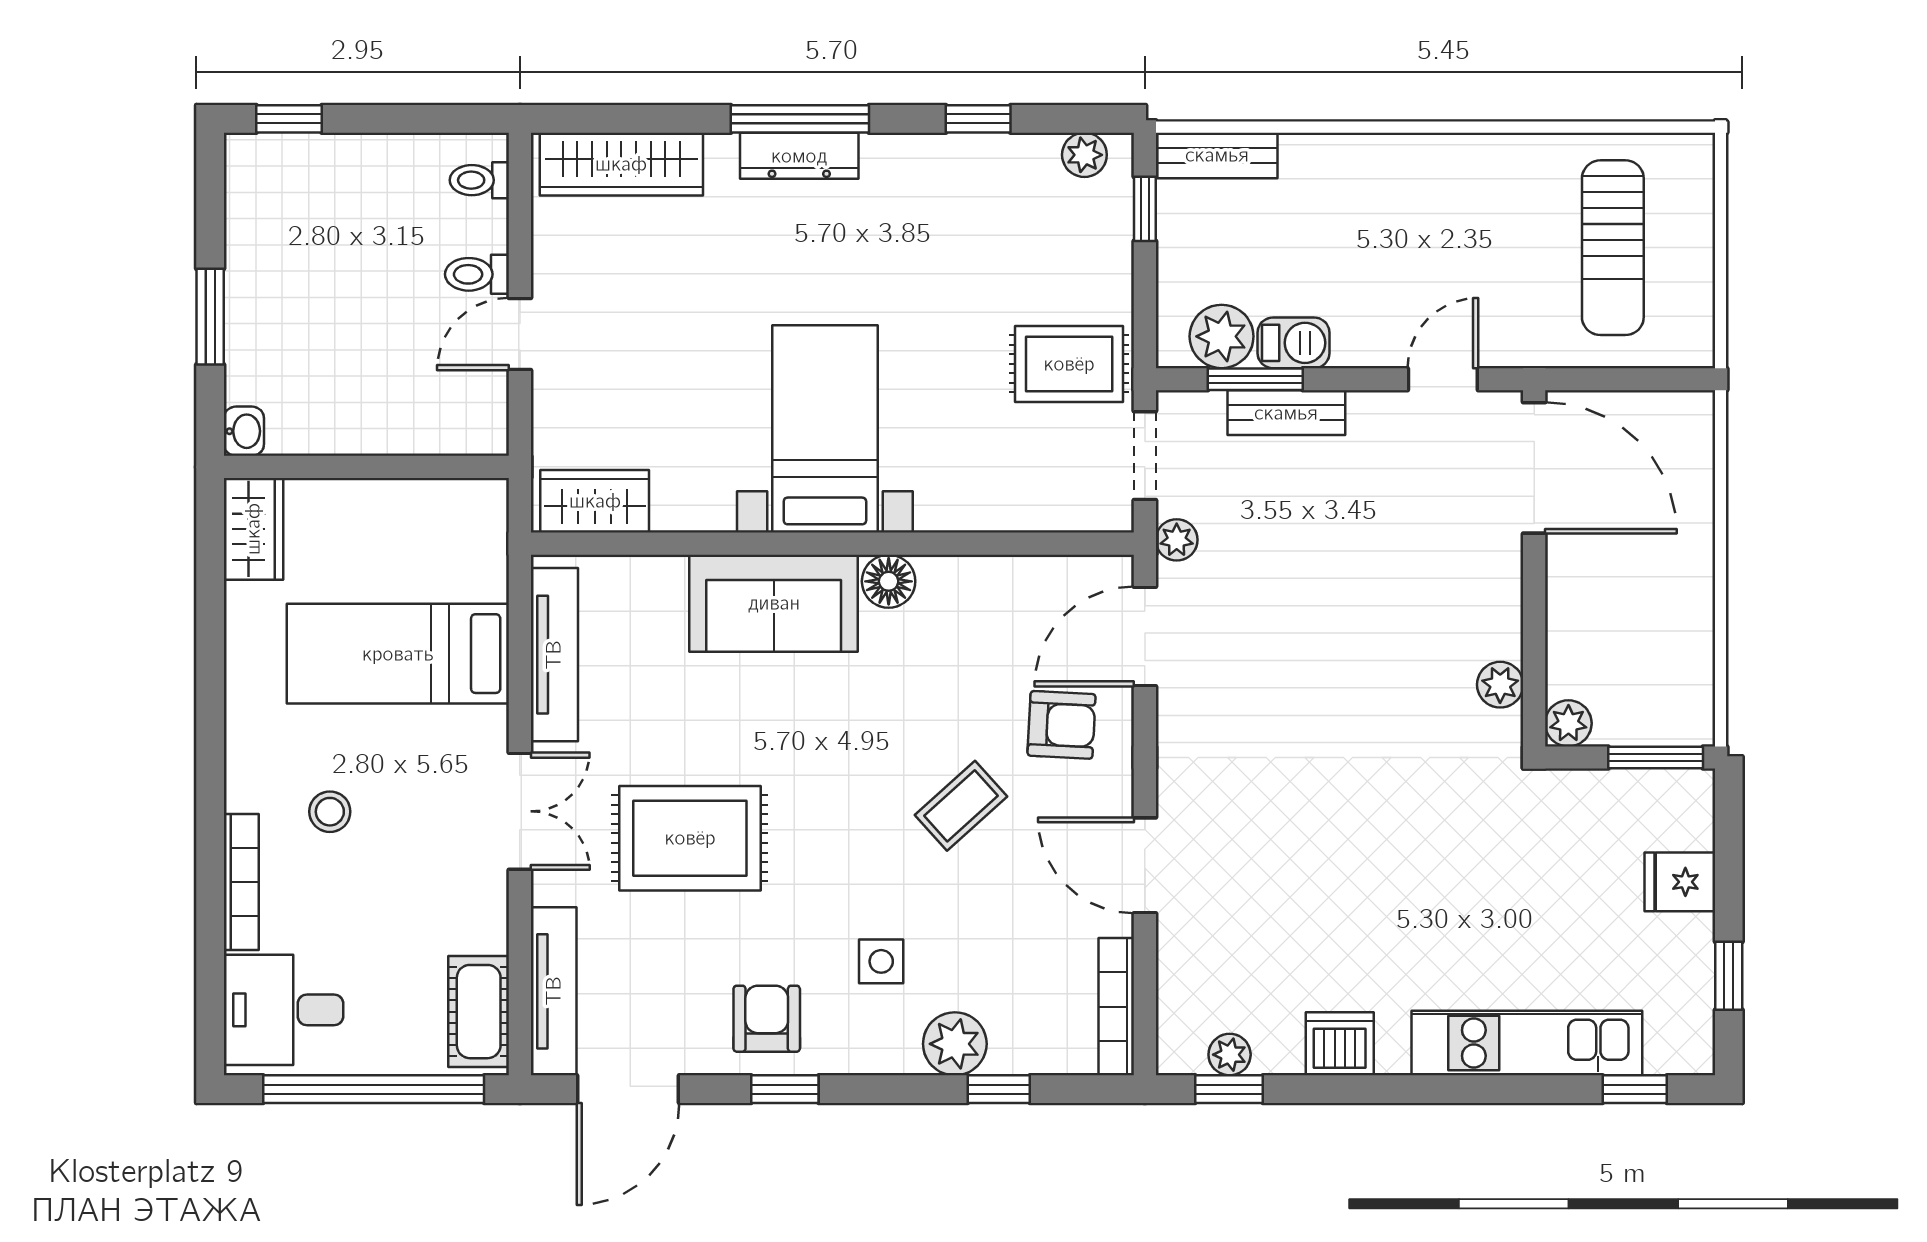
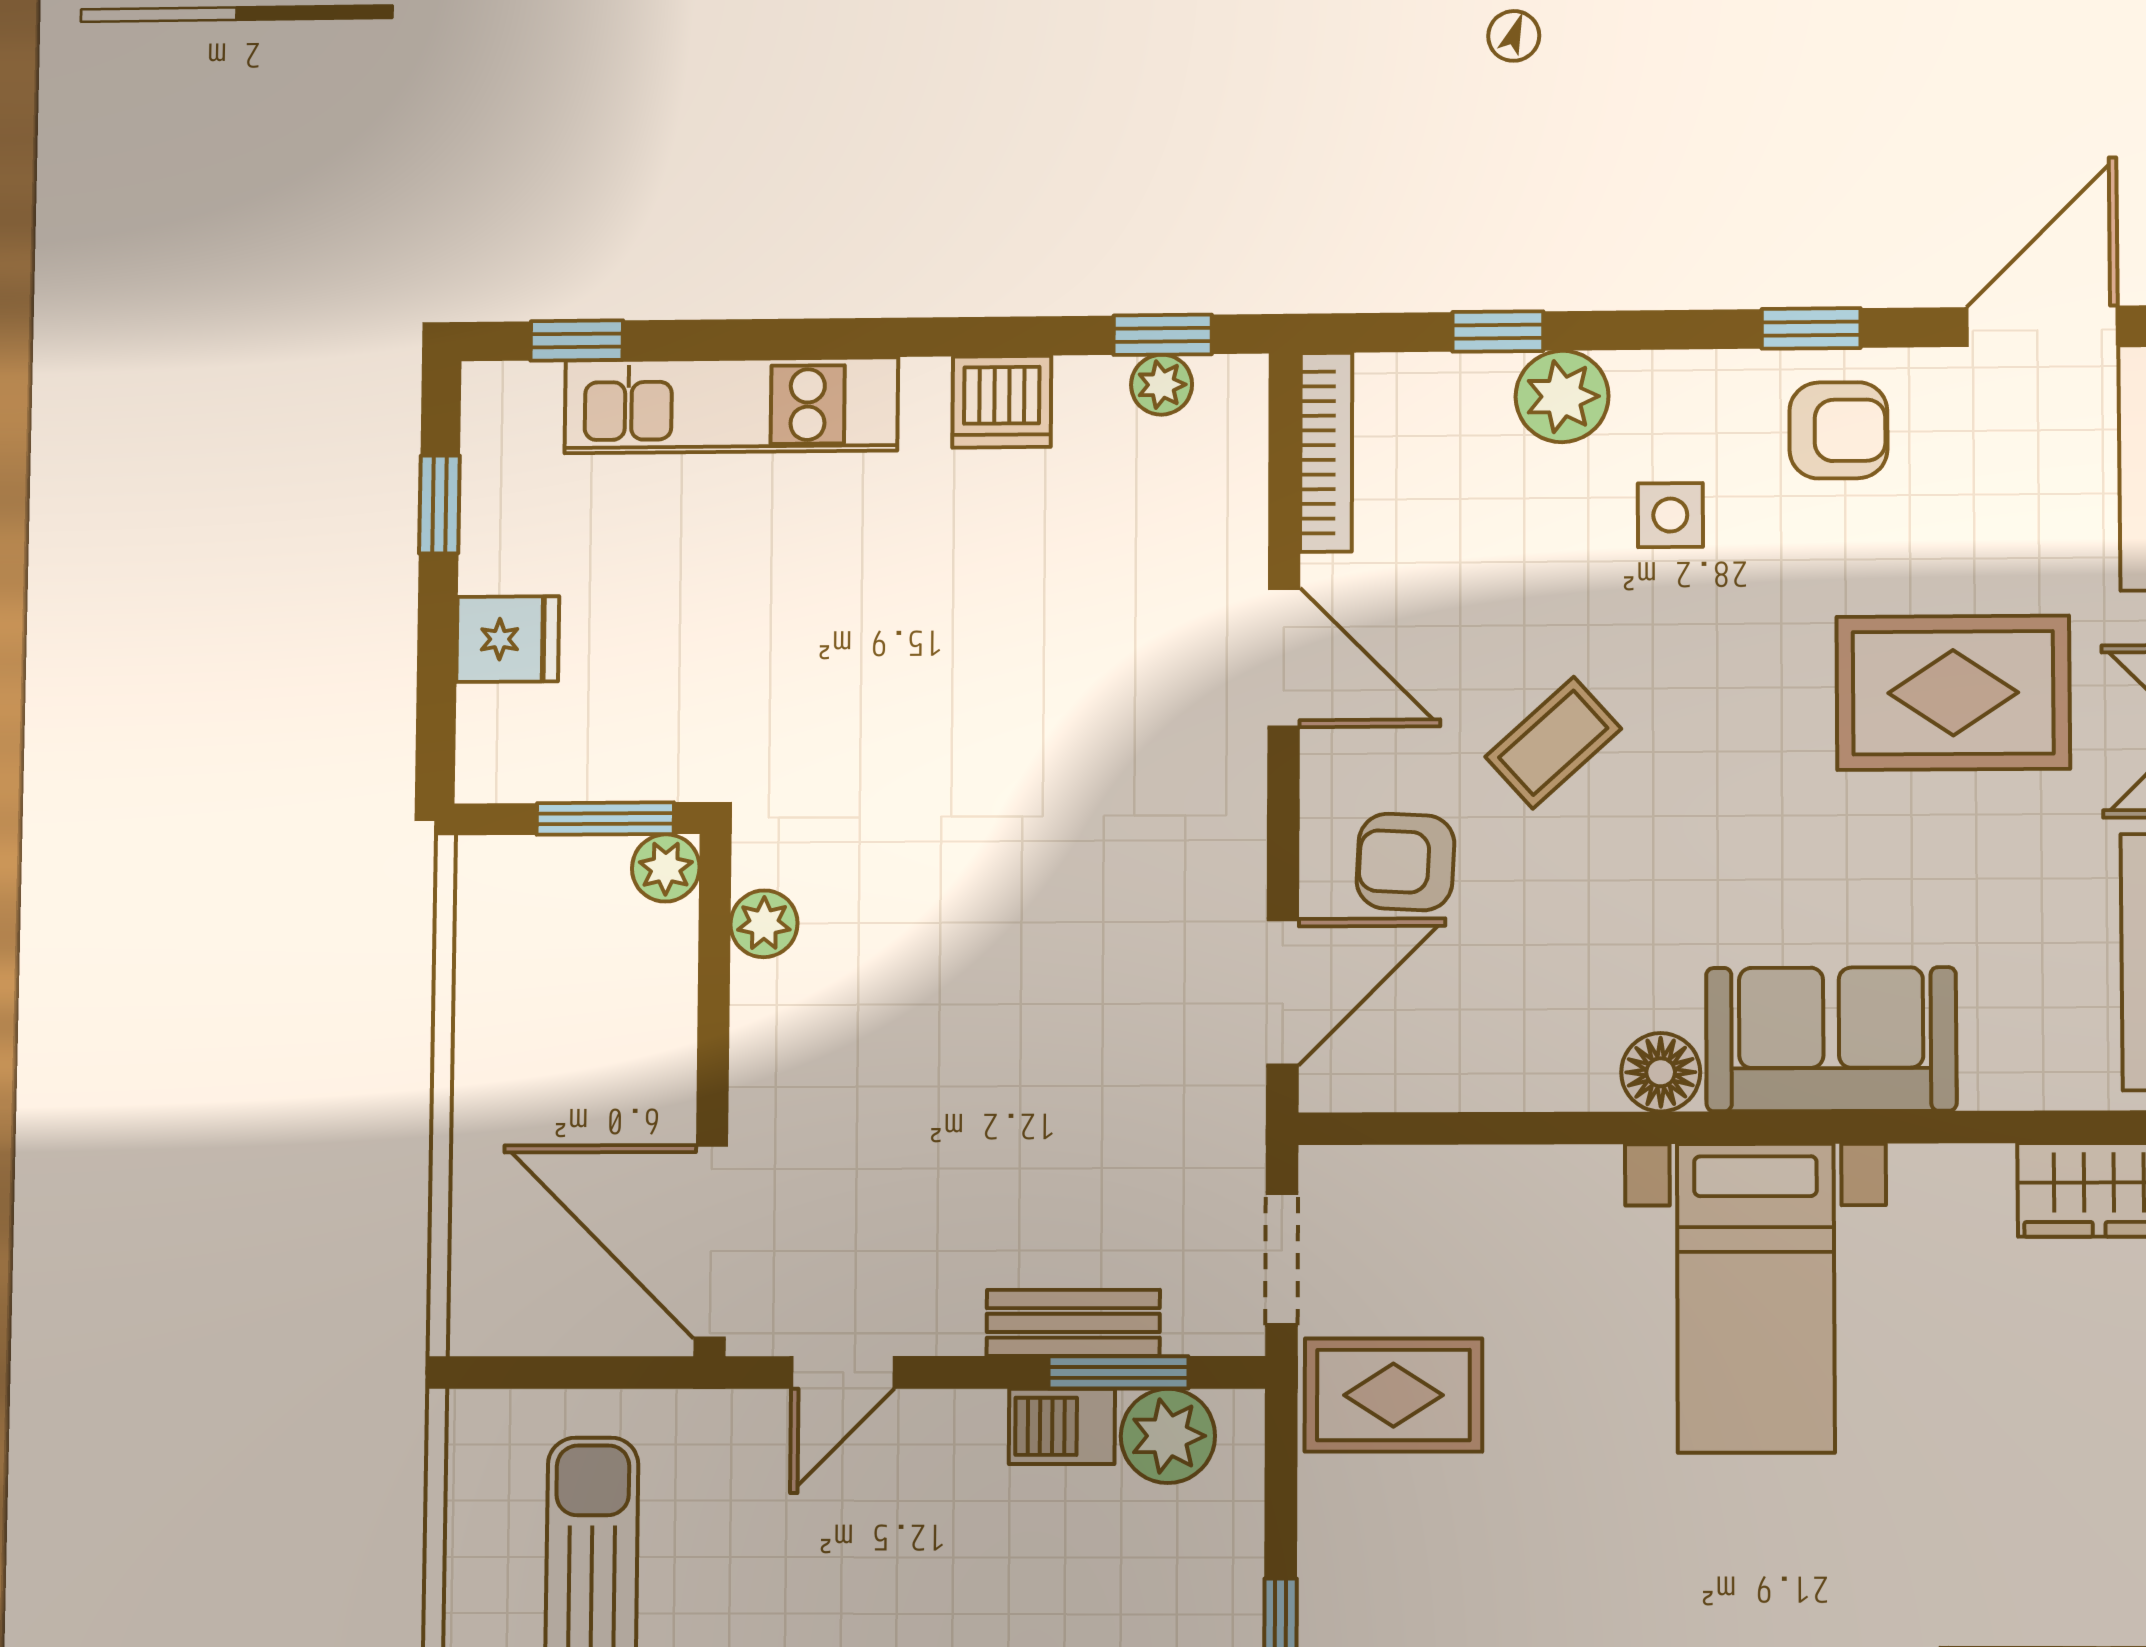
plant: (1177, 540) -> (1235, 1135), removed
window: (1656, 758) -> (605, 819), moved
armchair: (767, 1019) -> (1838, 430), turned -90

